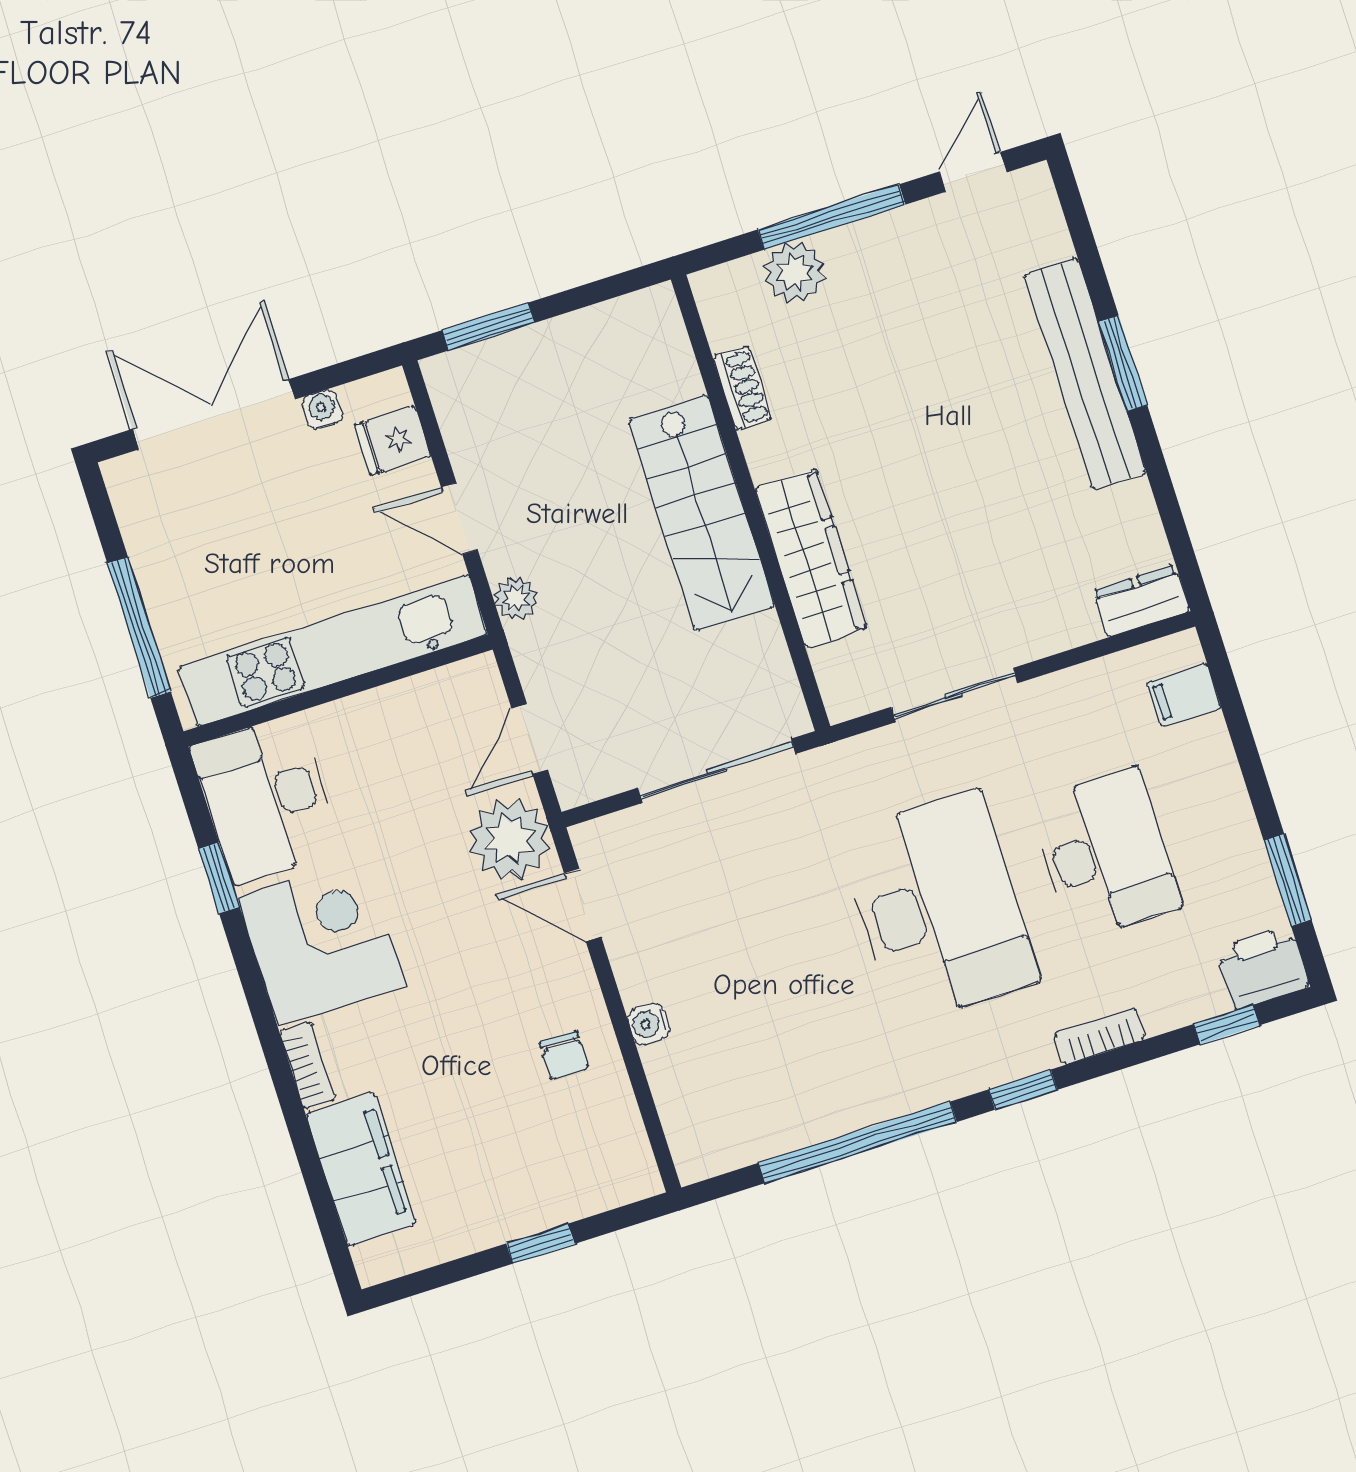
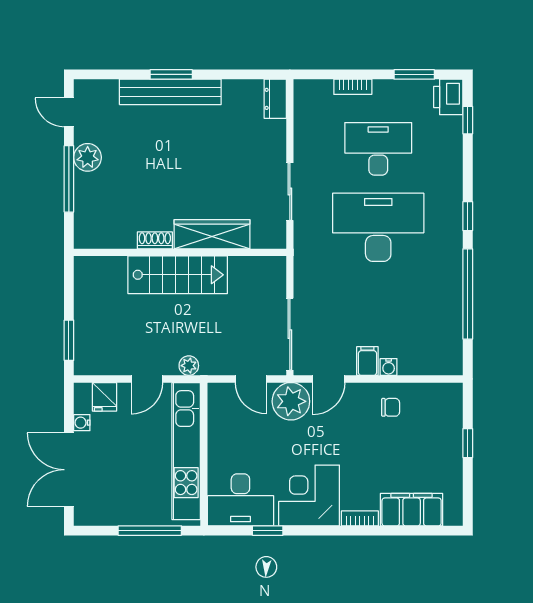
plant: (795, 272) -> (88, 157), moved
shoe rack: (742, 388) -> (155, 240), moved
filing cabinet: (1184, 695) -> (367, 361), moved, turned 180
sliding door: (717, 771) -> (290, 334), moved
bookcase: (1100, 1036) -> (353, 87), moved, turned -90

